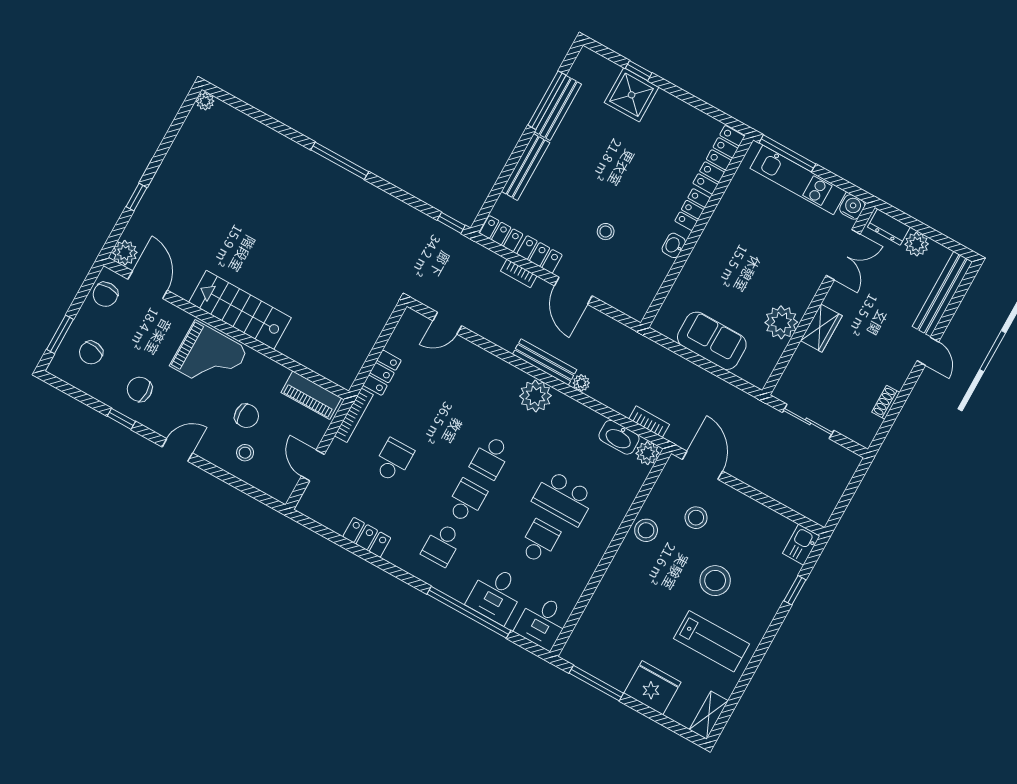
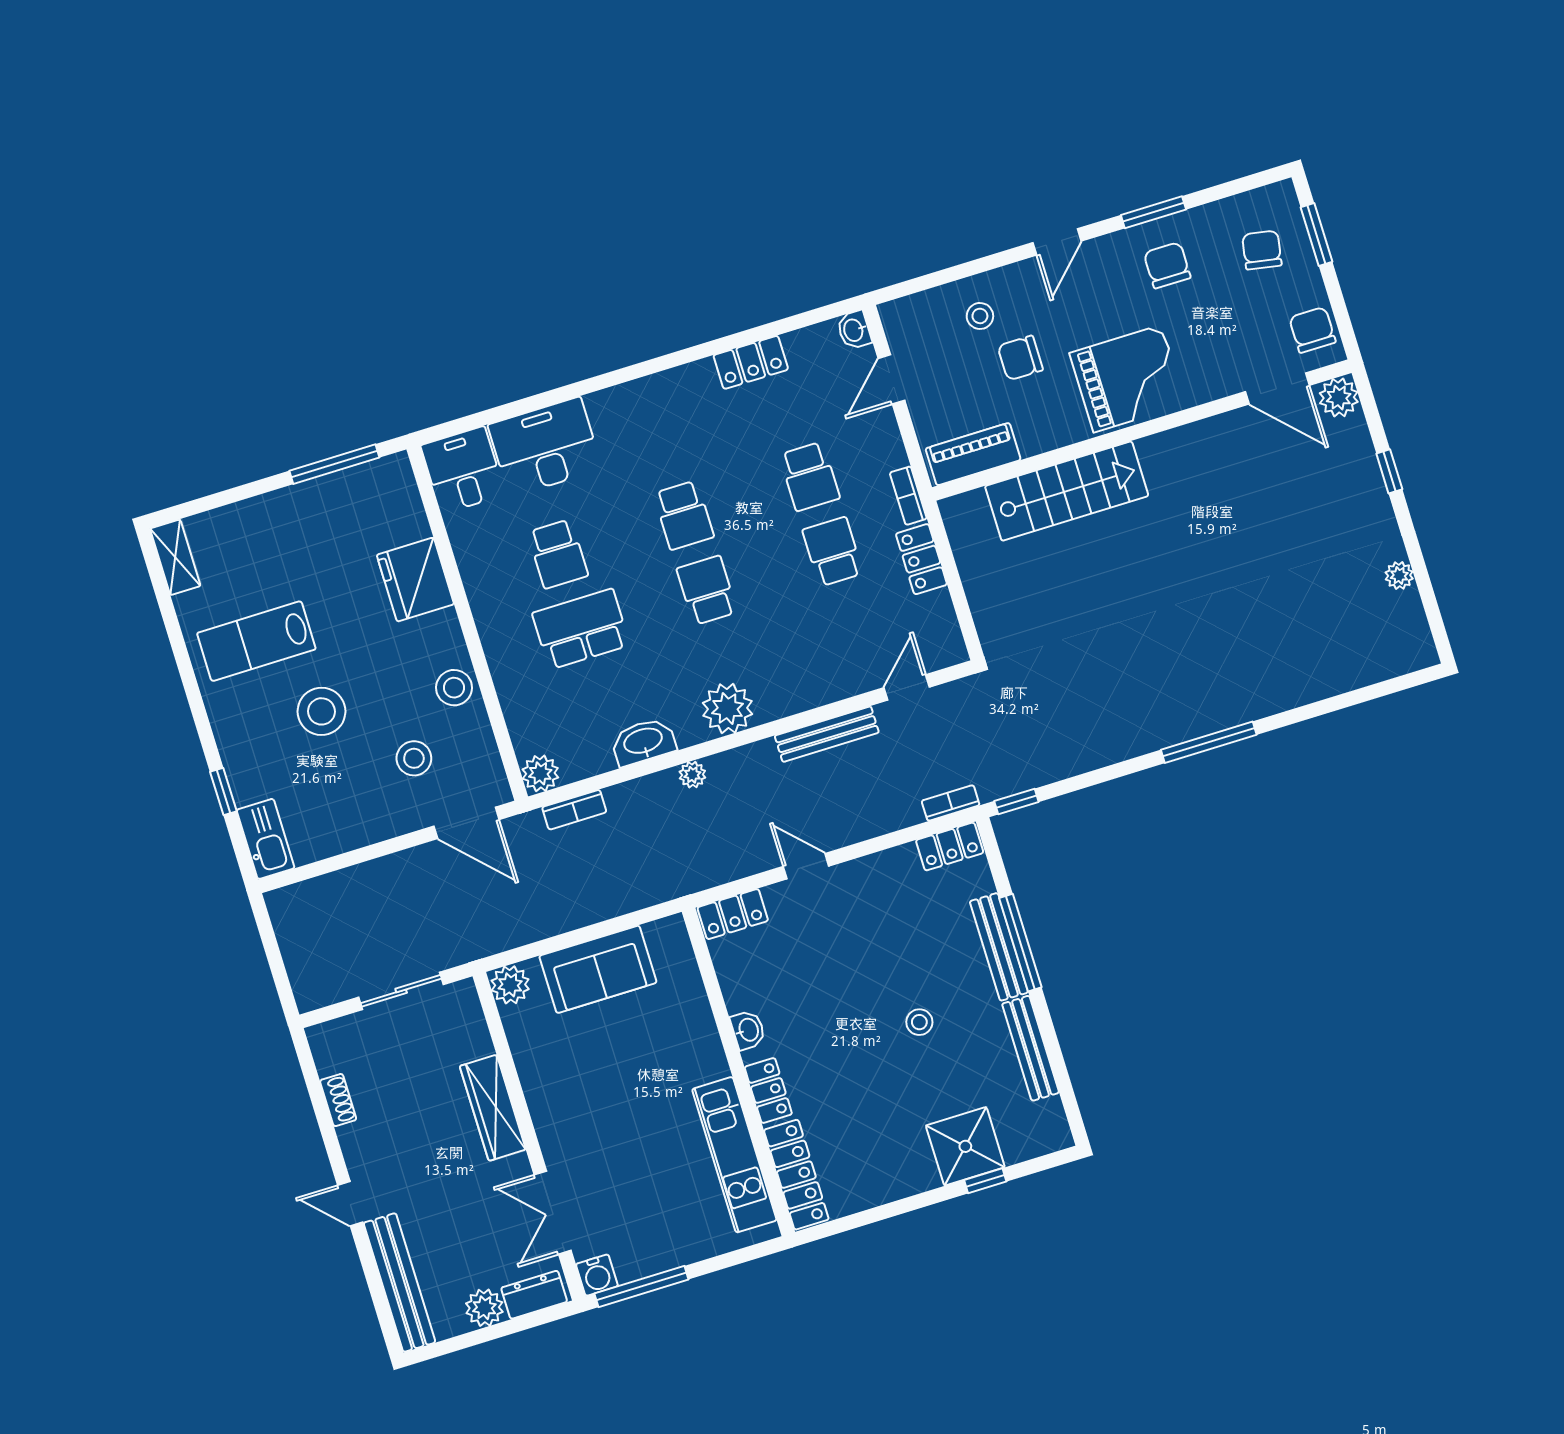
window: (547, 100) -> (1020, 943), moved
plant: (205, 101) -> (1399, 576), moved
window: (787, 153) -> (641, 1287), moved
kitchen unit: (798, 180) -> (734, 1155), moved, turned -90
stool: (606, 232) -> (919, 1022), moved
locker: (540, 254) -> (733, 914), moved
bookcase: (519, 273) -> (951, 803), moved
door: (573, 291) -> (806, 866), width x0.73
stairs: (240, 310) -> (1067, 491), moved
plant: (781, 322) -> (510, 985), moved, width x0.73, depth x0.73
wardrobe: (821, 328) -> (493, 1108), width x1.50
grand piano: (209, 358) -> (1128, 379), turned 180
bench: (545, 362) -> (827, 734), moved
chair: (140, 389) -> (1167, 265), turned -90
bookcase: (354, 415) -> (908, 496), width x0.64
window: (121, 419) -> (1153, 212), width x1.50
washbasin: (619, 437) -> (643, 742), moved
door: (313, 465) -> (891, 379), swing flipped
washbasin: (307, 504) -> (854, 330), added
school desk: (442, 545) -> (833, 552), moved
kitchen sink: (801, 545) -> (266, 839), width x1.38
desk: (496, 594) -> (545, 447), width x1.37
window: (469, 612) -> (554, 397), removed
fridge: (652, 688) -> (415, 580), moved, turned 90

